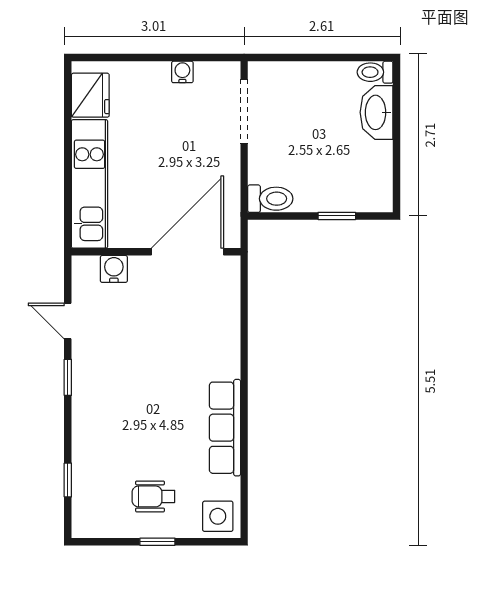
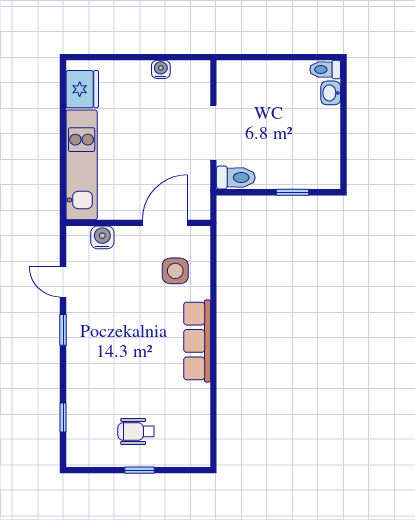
doorway: (244, 111) -> (213, 133), moved
washbasin: (376, 112) -> (331, 93), width x0.52, depth x0.69
door: (187, 252) -> (165, 223), width x0.73
row of seats: (225, 428) -> (197, 341), moved
side table: (218, 516) -> (175, 271), moved

